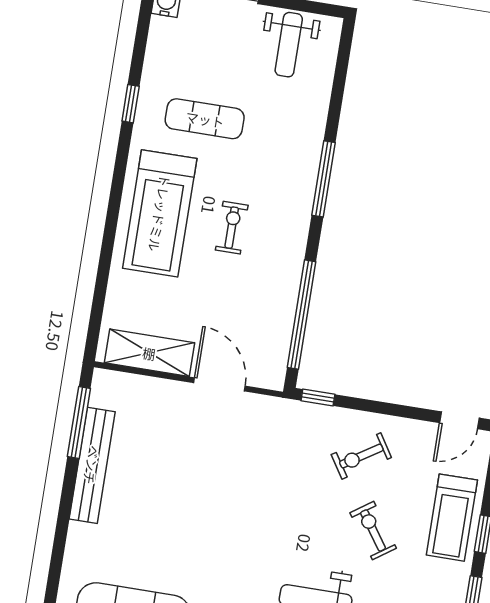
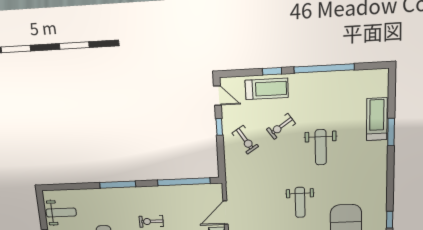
window: (318, 397) -> (219, 127), moved
weight bench: (211, 539) -> (300, 202), added

